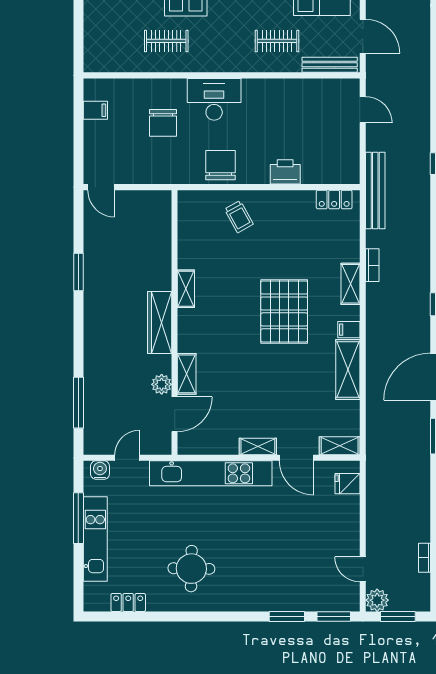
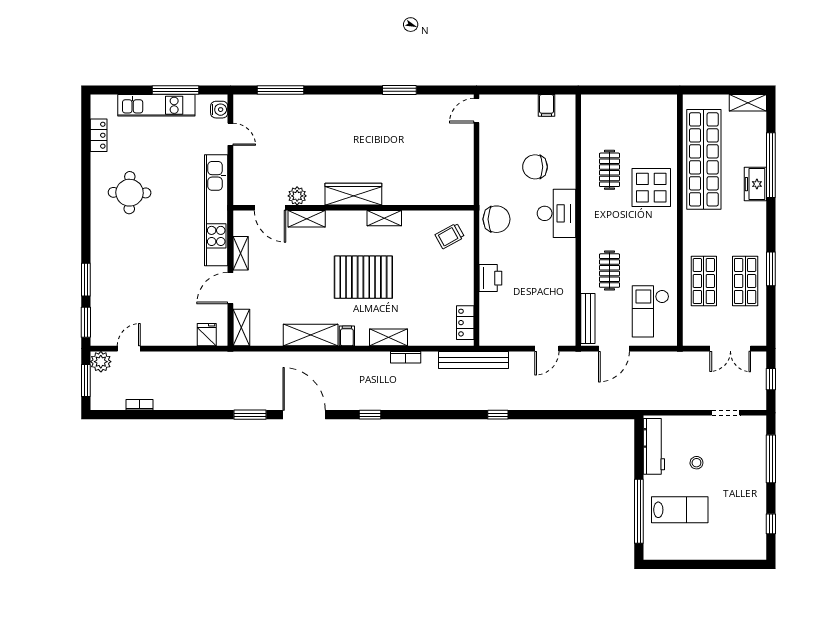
shelving: (186, 289) -> (384, 218), moved
wall: (175, 322) -> (353, 208), moved
wardrobe: (160, 323) -> (353, 194), moved
shelving: (187, 374) -> (307, 219), moved
plant: (162, 384) -> (297, 196), moved
door: (175, 414) -> (270, 208), moved

